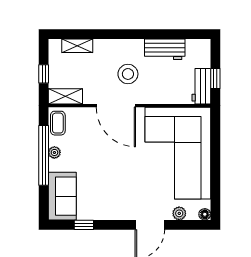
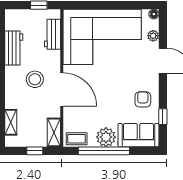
workbench: (201, 86) -> (52, 34), moved, turned 90
door: (116, 106) -> (62, 89), hinge flipped
plant: (54, 152) -> (106, 137), width x1.87, depth x1.87
armchair: (104, 201) -> (143, 99), added

